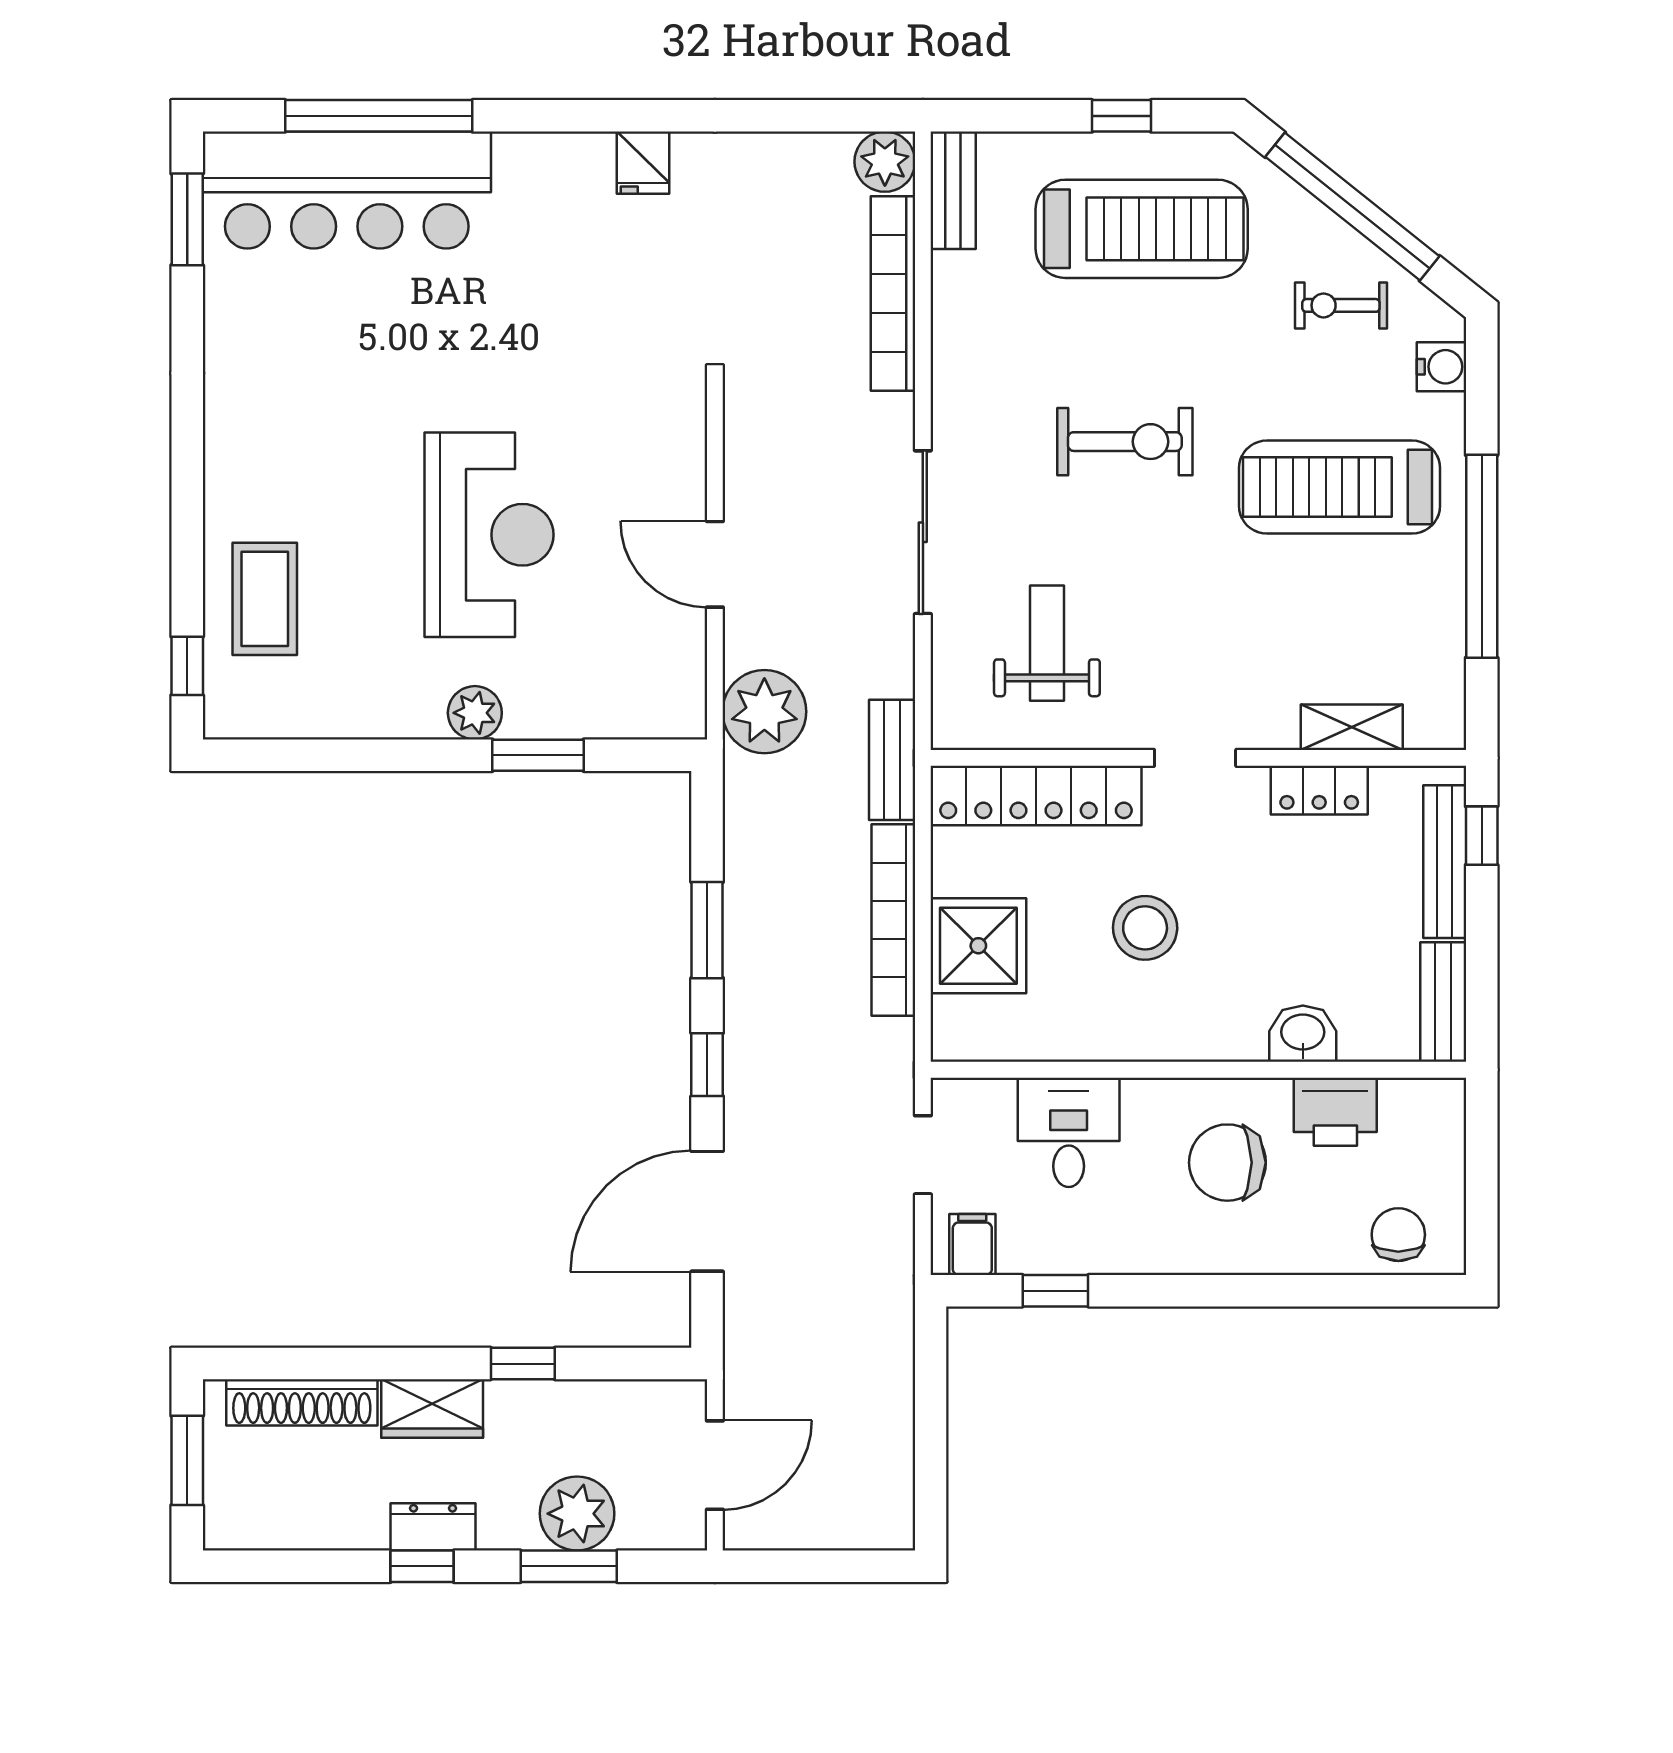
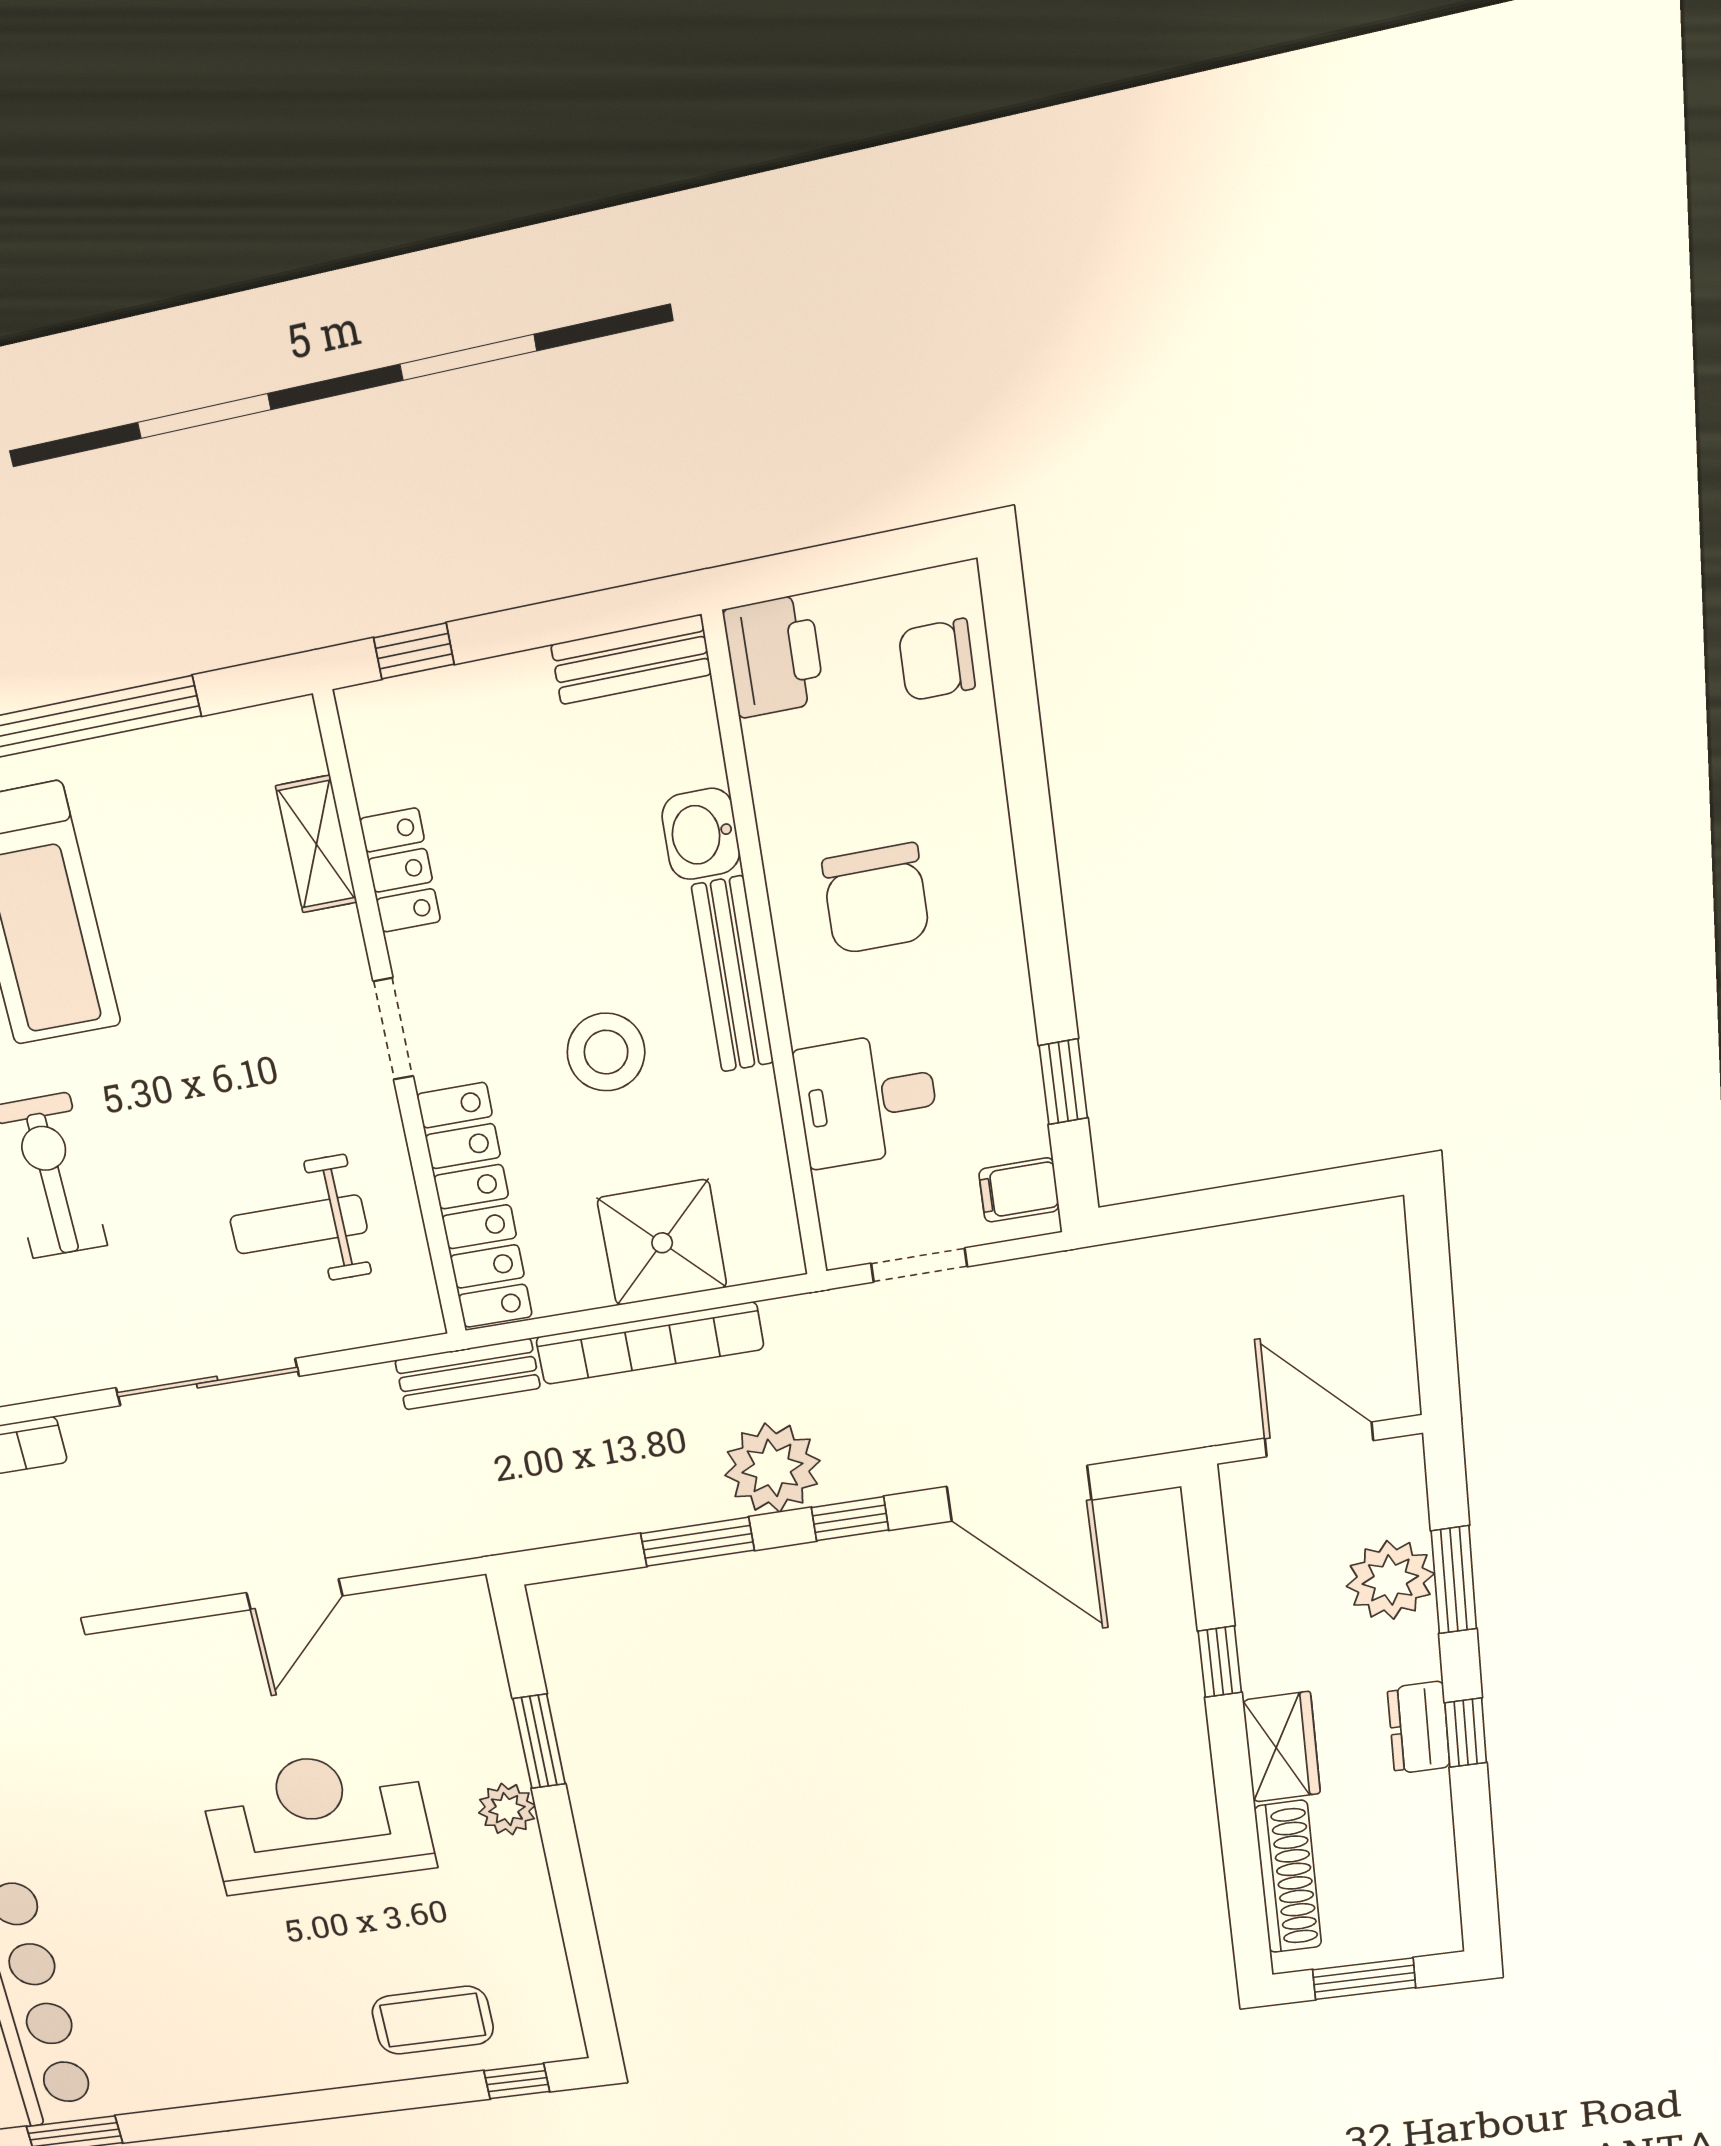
plant: (764, 712) -> (772, 1468), moved
bench: (1445, 862) -> (733, 975), moved, turned 90
printer: (1335, 1112) -> (774, 656), moved

